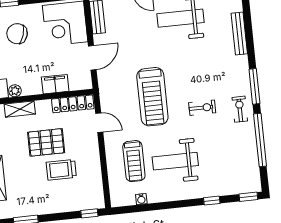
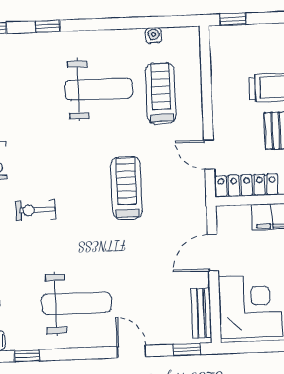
treadmill: (152, 97) -> (127, 188), width x0.73, depth x0.73
exercise bike: (202, 108) -> (36, 210), moved

